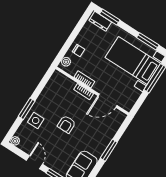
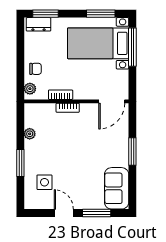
door: (107, 101) -> (112, 101), moved
side table: (36, 120) -> (44, 182), moved
armchair: (66, 124) -> (72, 153), removed
plant: (15, 141) -> (30, 134), moved

